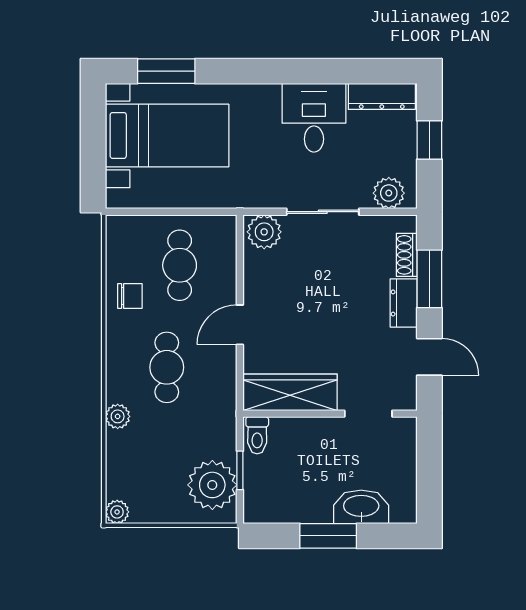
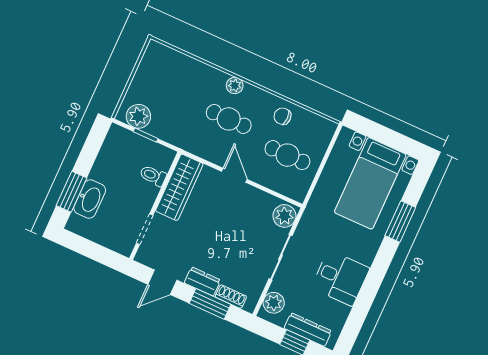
window: (166, 71) -> (400, 222), moved
dresser: (382, 96) -> (308, 330), moved, turned 90
chair: (130, 296) -> (282, 116), turned 90
plant: (118, 416) -> (235, 85), moved
toilet: (257, 435) -> (153, 176), moved
plant: (212, 485) -> (138, 116), width x0.73, depth x0.73
plant: (117, 512) -> (154, 49), removed
window: (328, 536) -> (72, 192), moved

